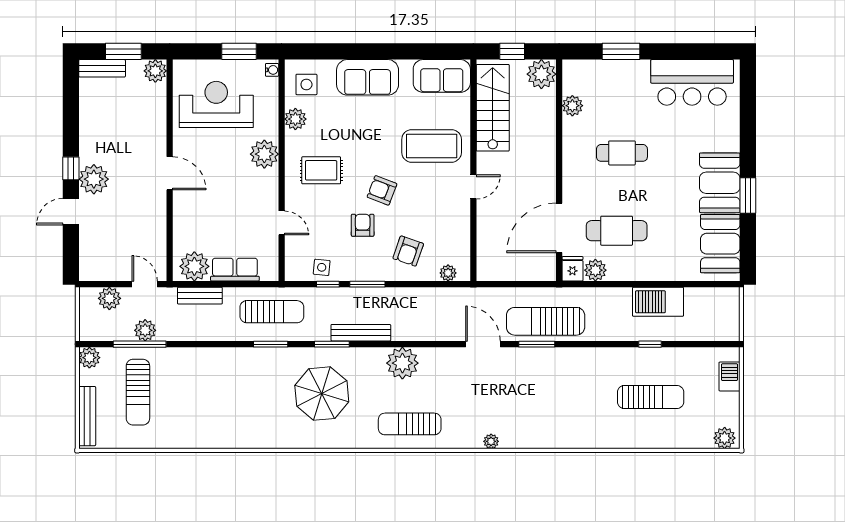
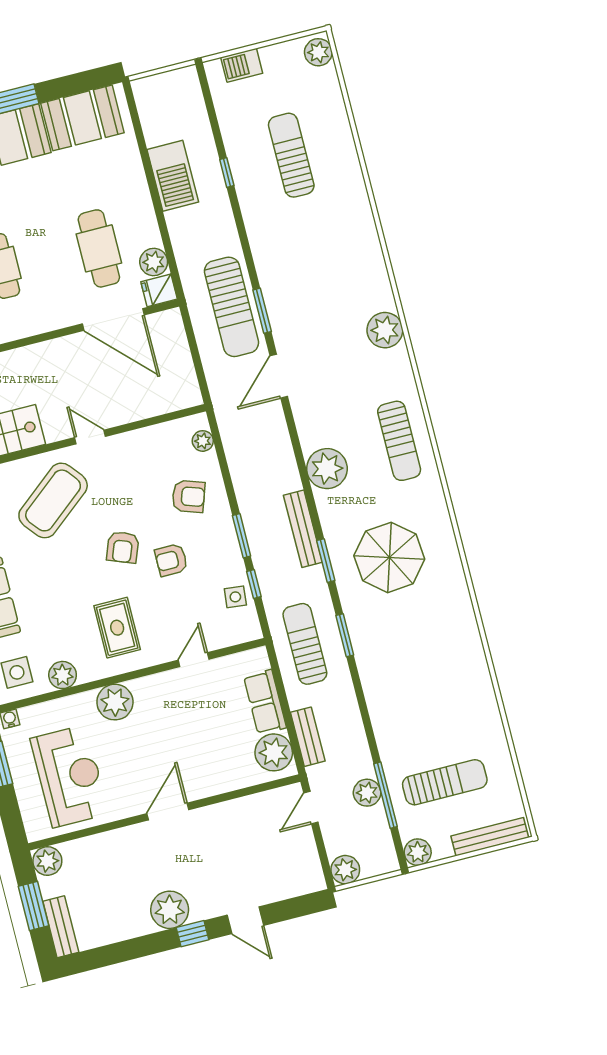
reception desk: (216, 104) -> (69, 776), turned 180
coffee table: (432, 146) -> (53, 500), turned 51
plant: (94, 179) -> (170, 910), moved
plant: (109, 298) -> (345, 870), moved
plant: (491, 441) -> (385, 330), width x1.88, depth x1.88

